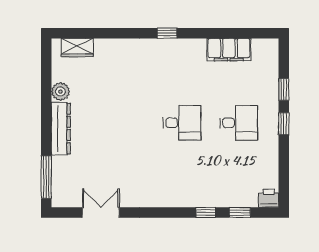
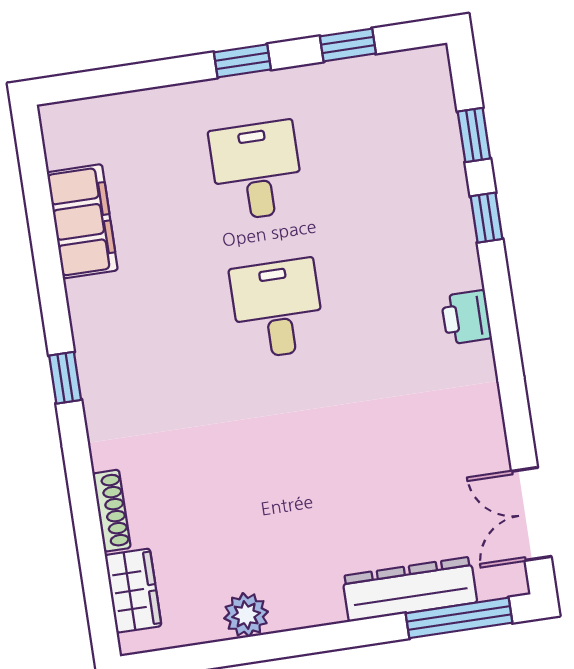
shoe rack: (111, 44) -> (112, 511), added
window: (284, 89) -> (348, 45), moved
dresser: (61, 128) -> (410, 589), moved
printer: (269, 198) -> (466, 317), moved
double door: (101, 212) -> (531, 514), moved

